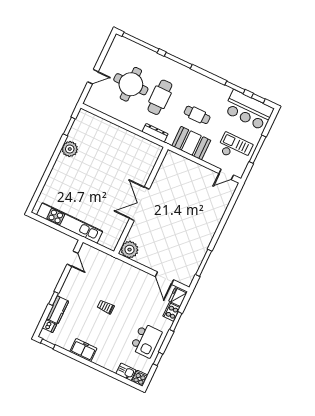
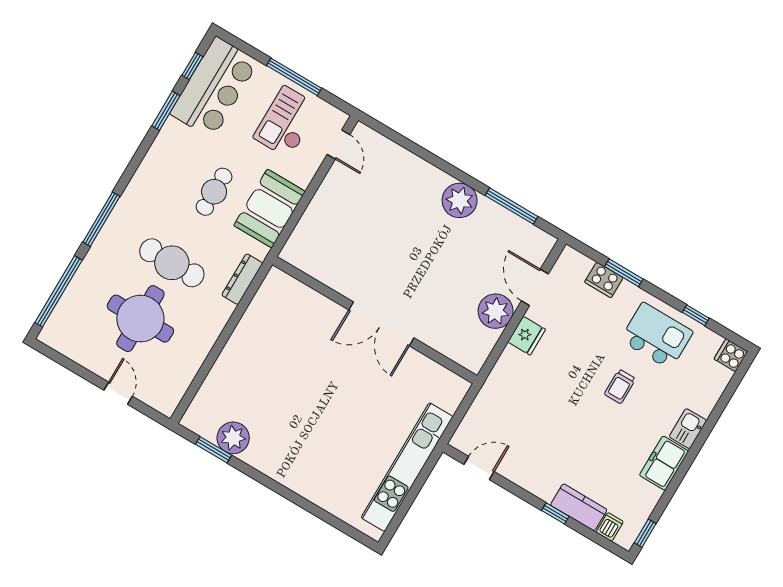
plant: (70, 149) -> (233, 438), moved
plant: (204, 237) -> (460, 200), added
plant: (130, 250) -> (496, 311), moved
door: (164, 278) -> (535, 287), swing flipped
fridge: (178, 297) -> (527, 336), moved, turned -90
trolley: (106, 307) -> (620, 386), moved
kitchen sink: (126, 372) -> (688, 429), moved

